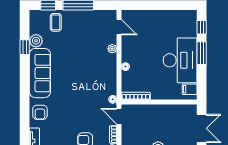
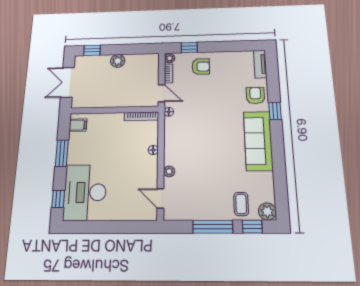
plant: (36, 41) -> (267, 211), moved
window: (25, 47) -> (275, 111), moved
window: (202, 53) -> (62, 153), moved
desk: (180, 60) -> (85, 192), moved

